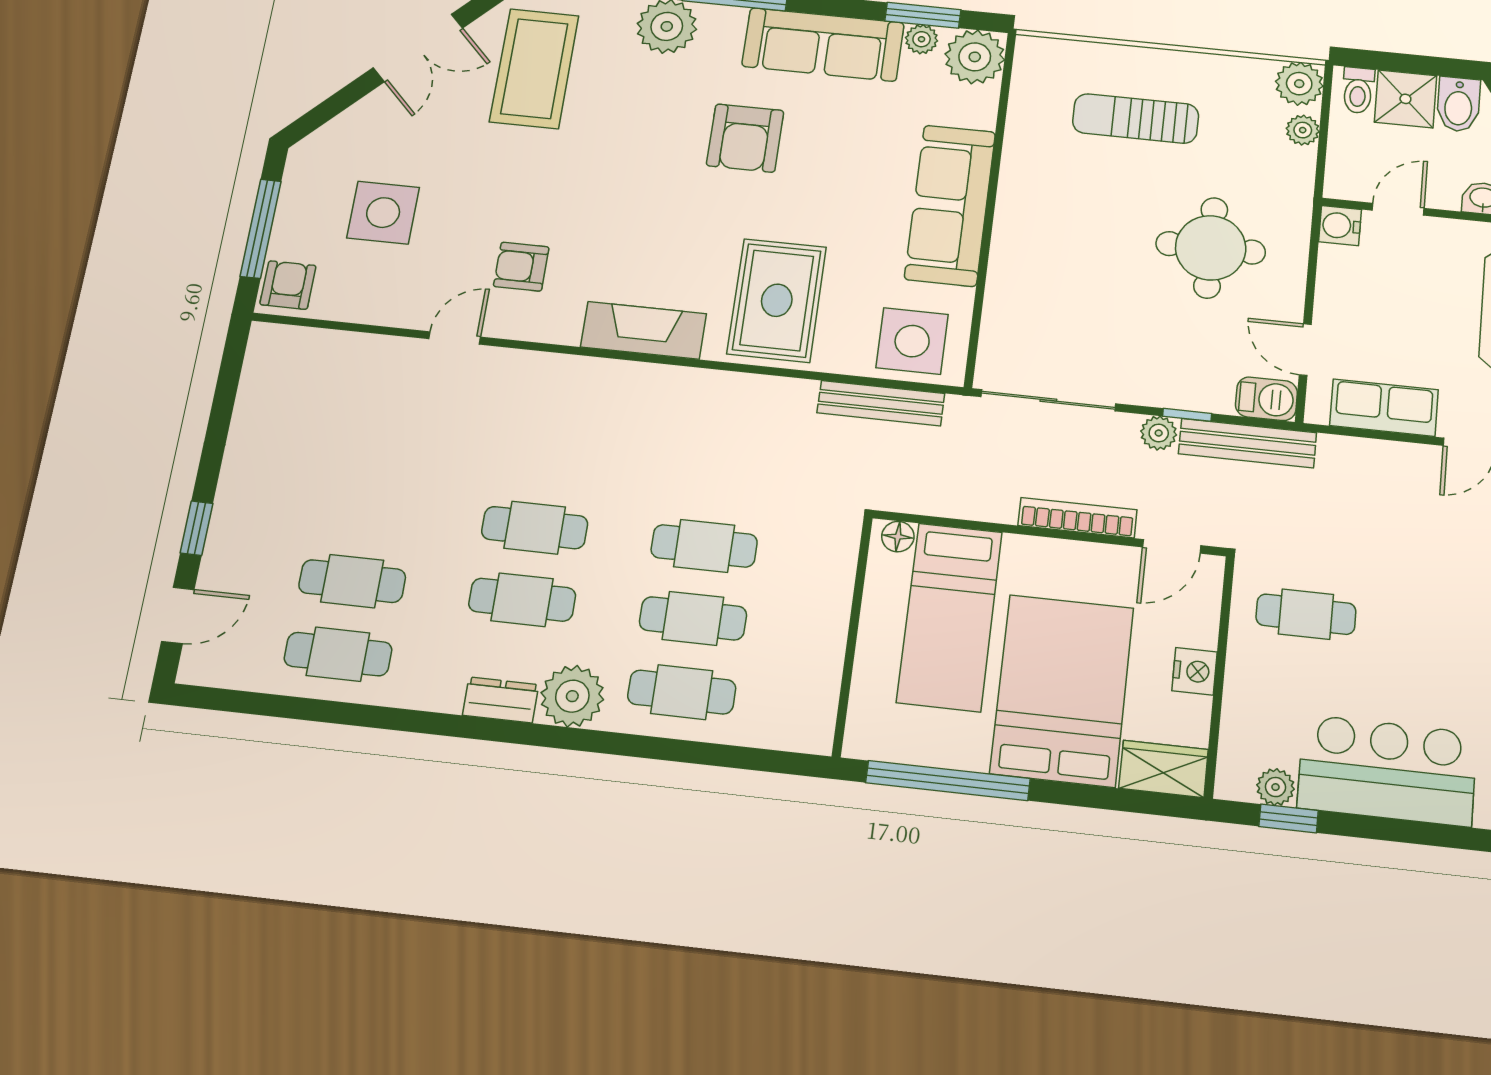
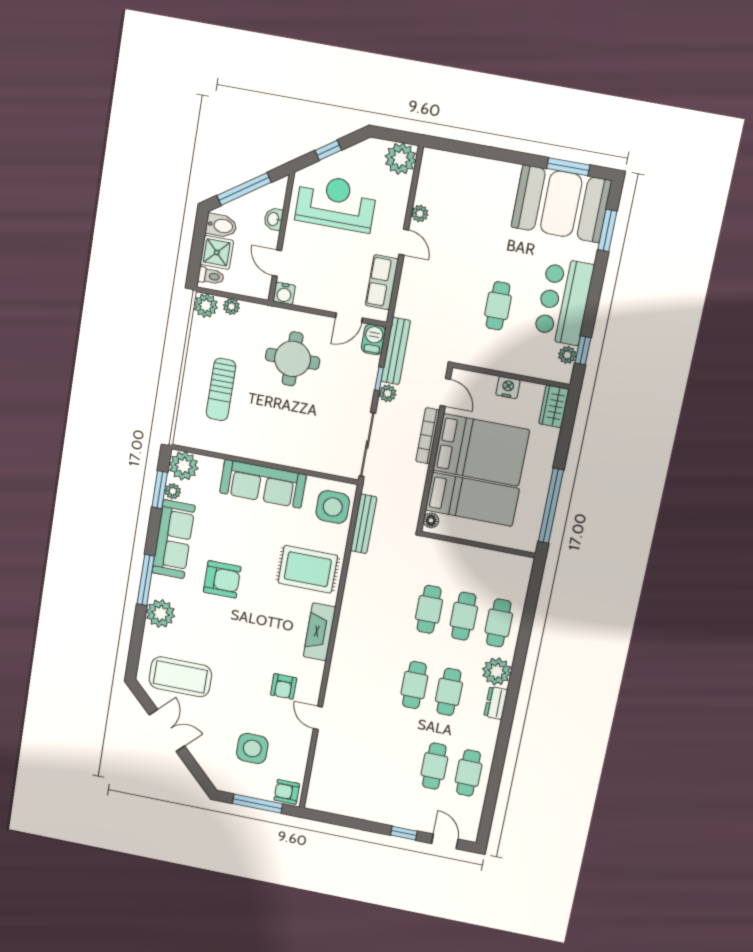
cafe table: (1306, 614) -> (498, 306), moved
bed: (1062, 690) -> (481, 450), moved, turned 180

